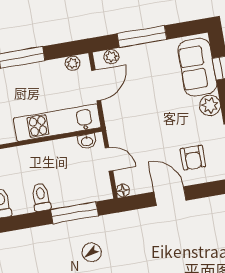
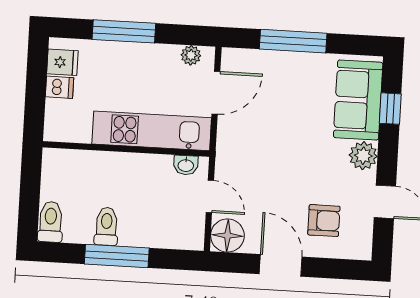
plant: (111, 57) -> (245, 59), removed
armchair: (193, 158) -> (324, 221), turned -90
floor lamp: (123, 190) -> (227, 236), width x1.89, depth x1.89
window: (75, 213) -> (117, 256), moved

